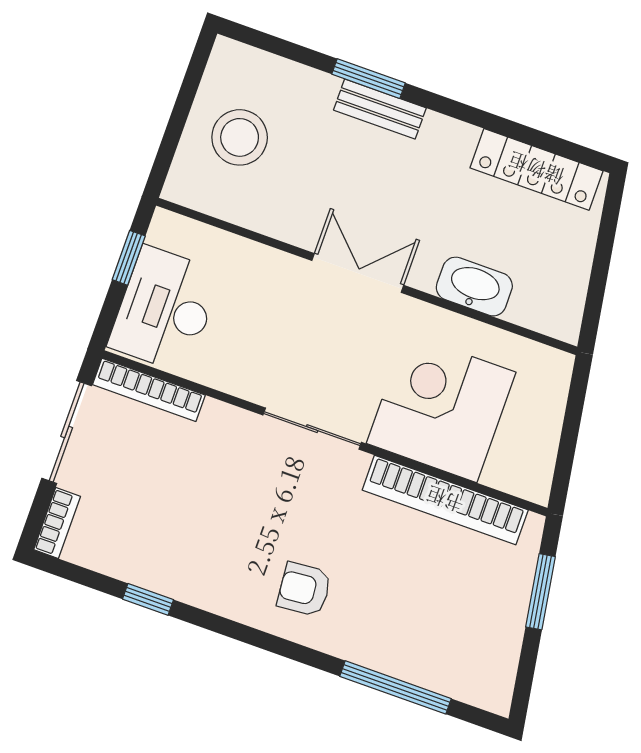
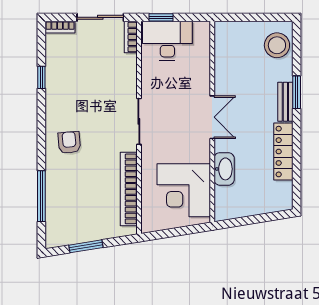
stool: (240, 137) -> (277, 45), moved
locker: (536, 169) -> (283, 152), moved
window: (129, 258) -> (161, 17), moved
bookcase: (149, 390) -> (131, 37), width x0.64
corner desk: (441, 408) -> (184, 190), moved, turned 180
window: (540, 592) -> (86, 246), moved

